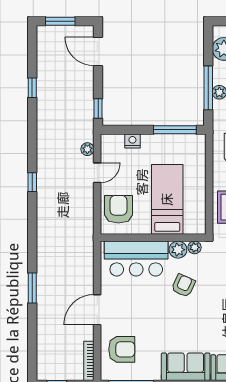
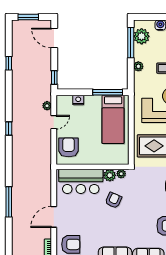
window: (208, 88) -> (131, 43), moved
bed: (167, 199) -> (113, 119), moved, turned 180
window: (32, 288) -> (9, 202), width x1.44

